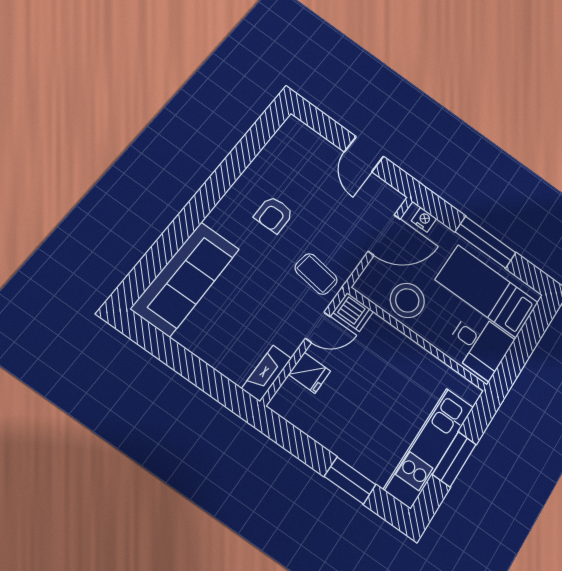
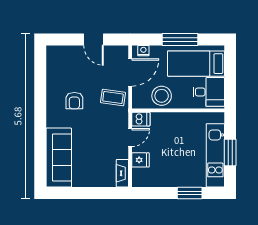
coffee table: (316, 274) -> (113, 98), moved

